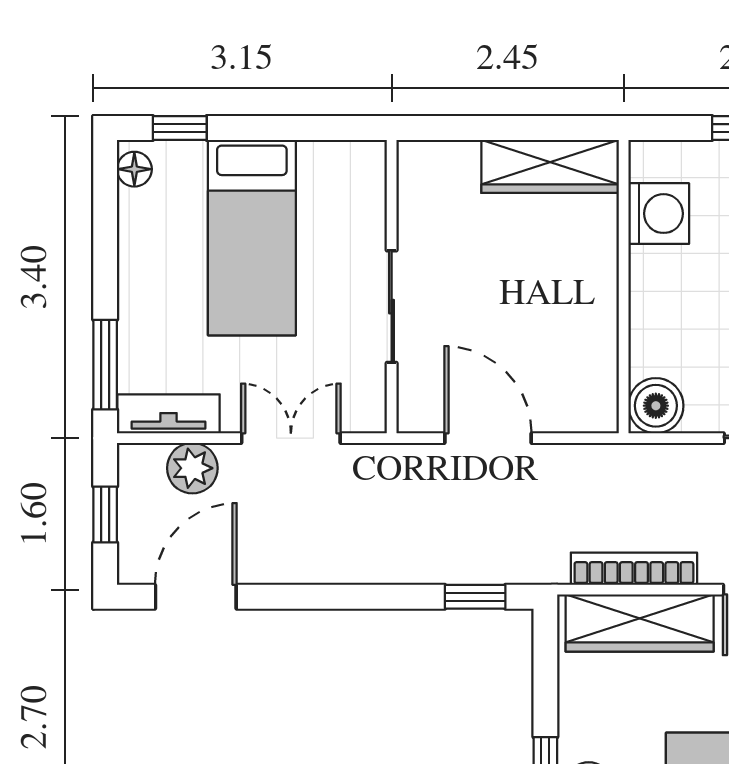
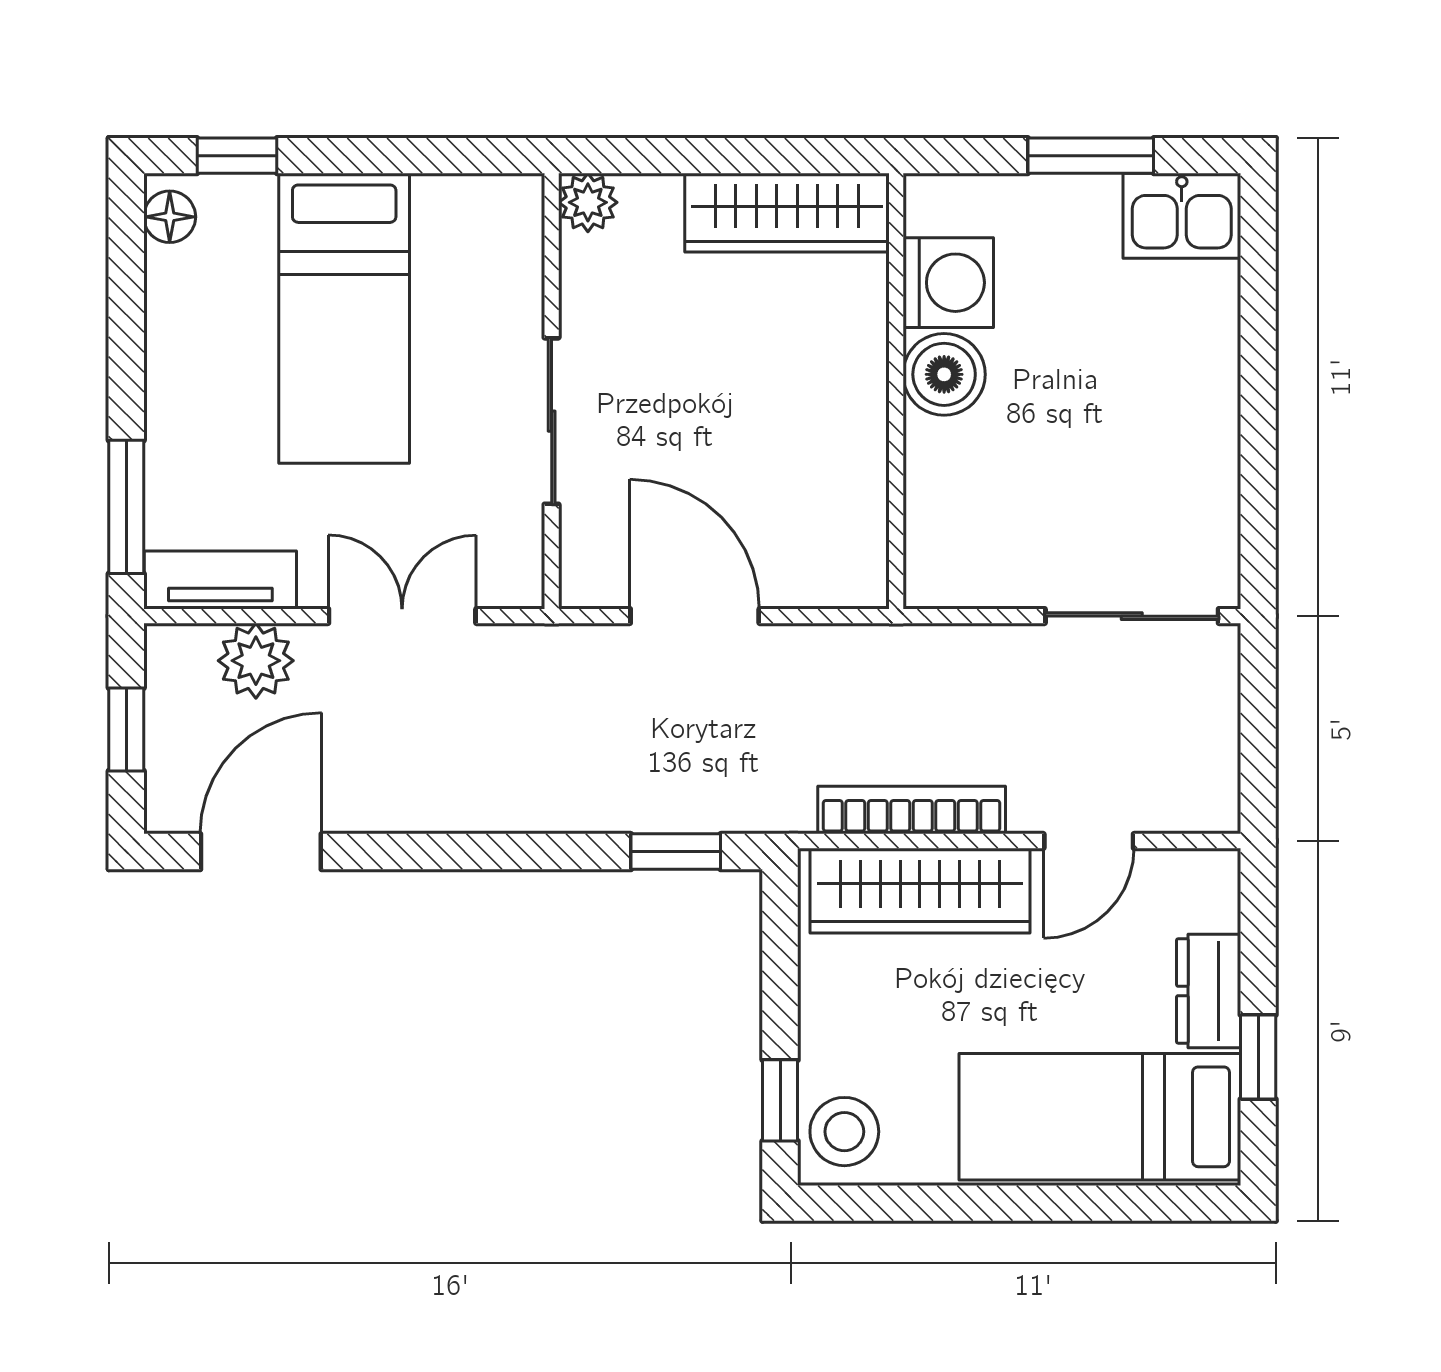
plant: (416, 160) -> (588, 202), added
boiler: (656, 406) -> (944, 374), moved

